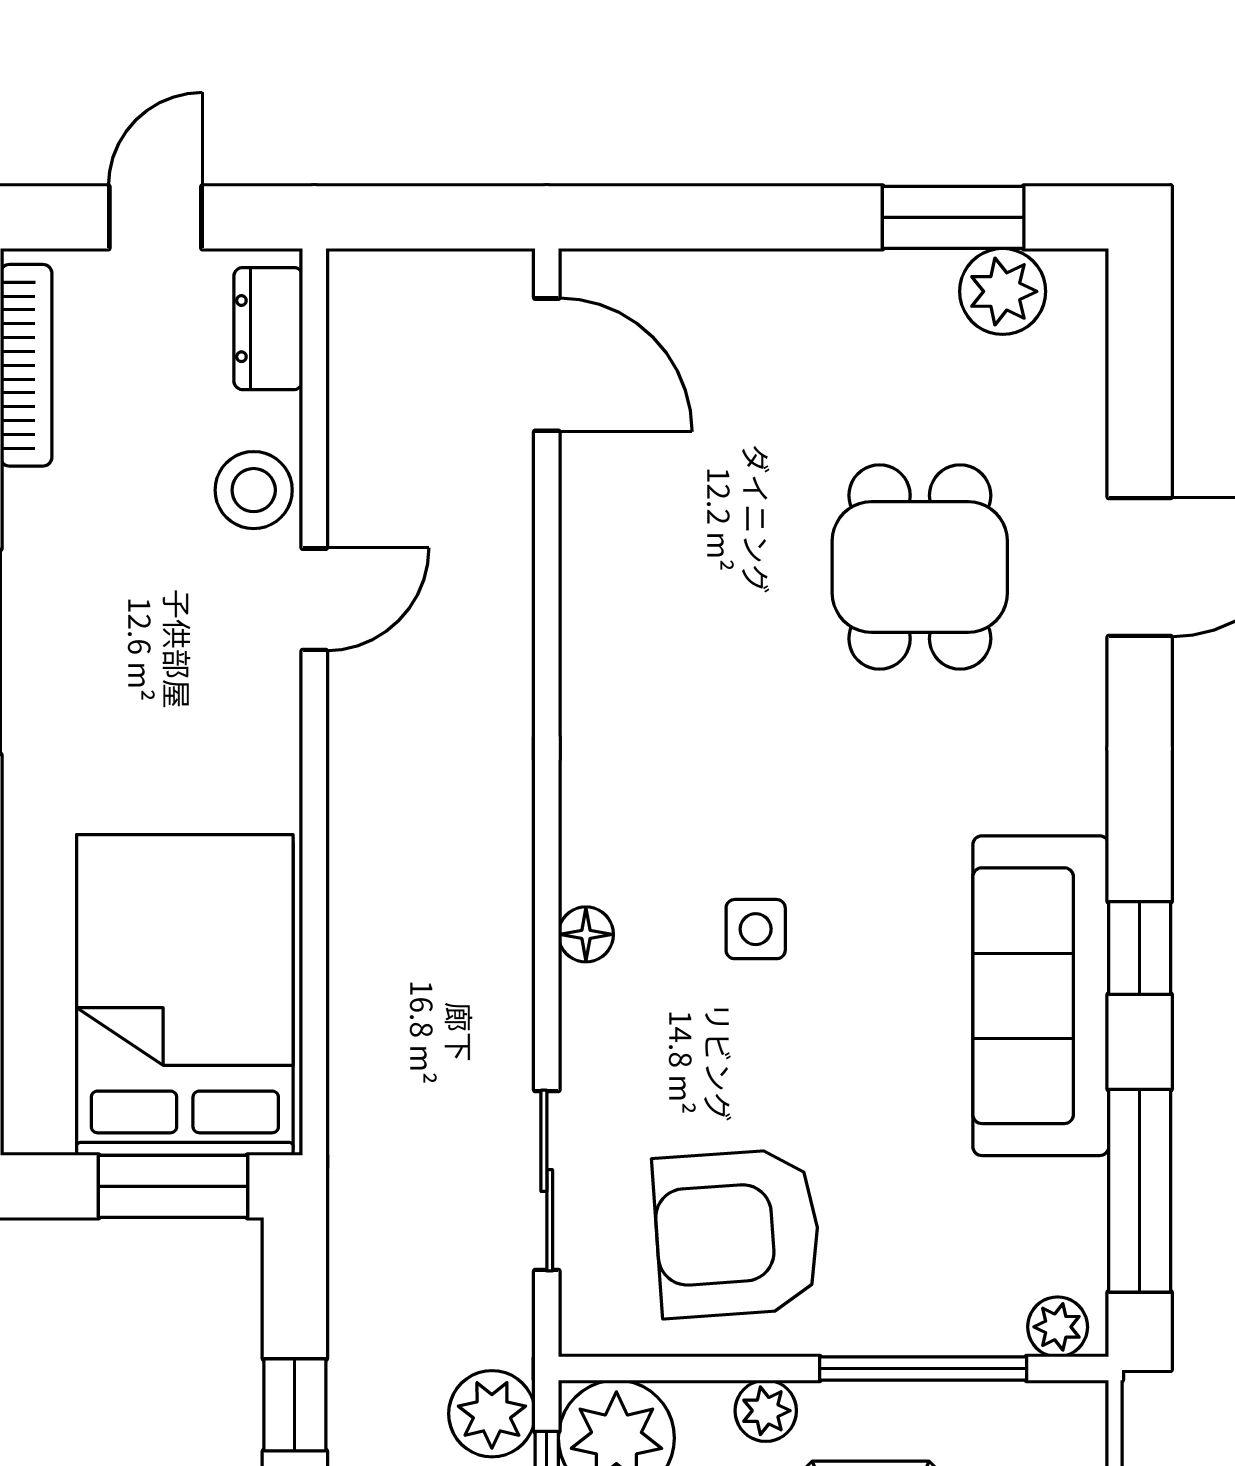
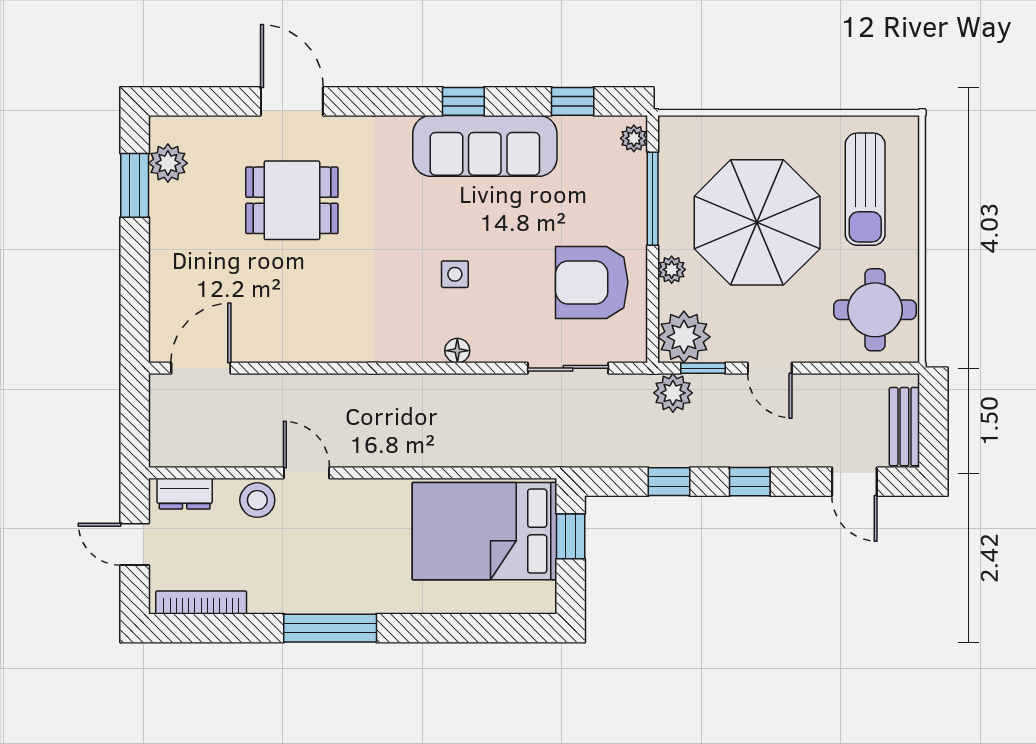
window: (173, 1186) -> (571, 536), width x0.67
window: (1140, 1191) -> (573, 101), width x0.46
armchair: (737, 1233) -> (592, 282), turned 94

